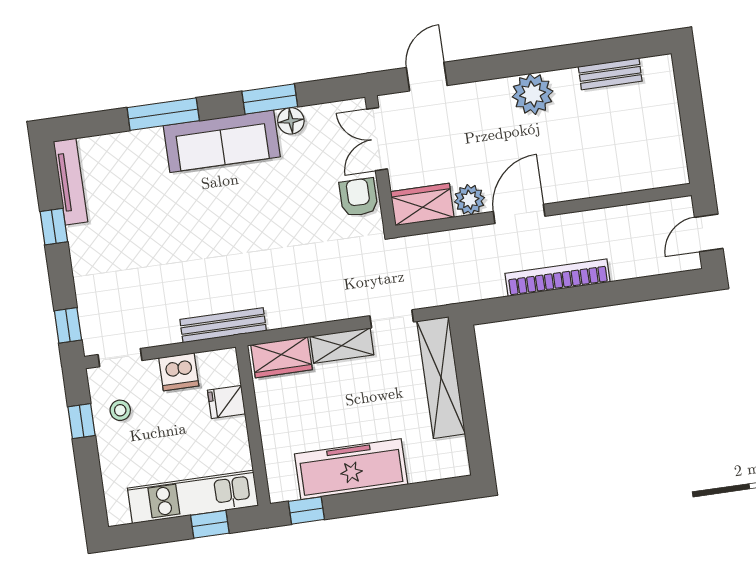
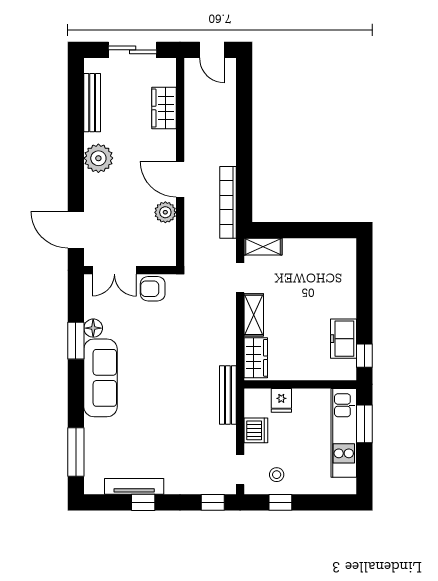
bench: (610, 74) -> (92, 103), width x1.36
door: (427, 77) -> (76, 230), width x1.37
window: (163, 114) -> (76, 452), moved
sliding door: (693, 121) -> (133, 50), added
tv unit: (71, 182) -> (134, 486), moved
wardrobe: (422, 204) -> (164, 108), moved
bookcase: (558, 278) -> (228, 202), moved
shelving: (441, 378) -> (263, 247), width x0.45, depth x0.75
freezer: (351, 469) -> (343, 339), width x0.52, depth x0.79
window: (210, 524) -> (364, 424), width x1.50

